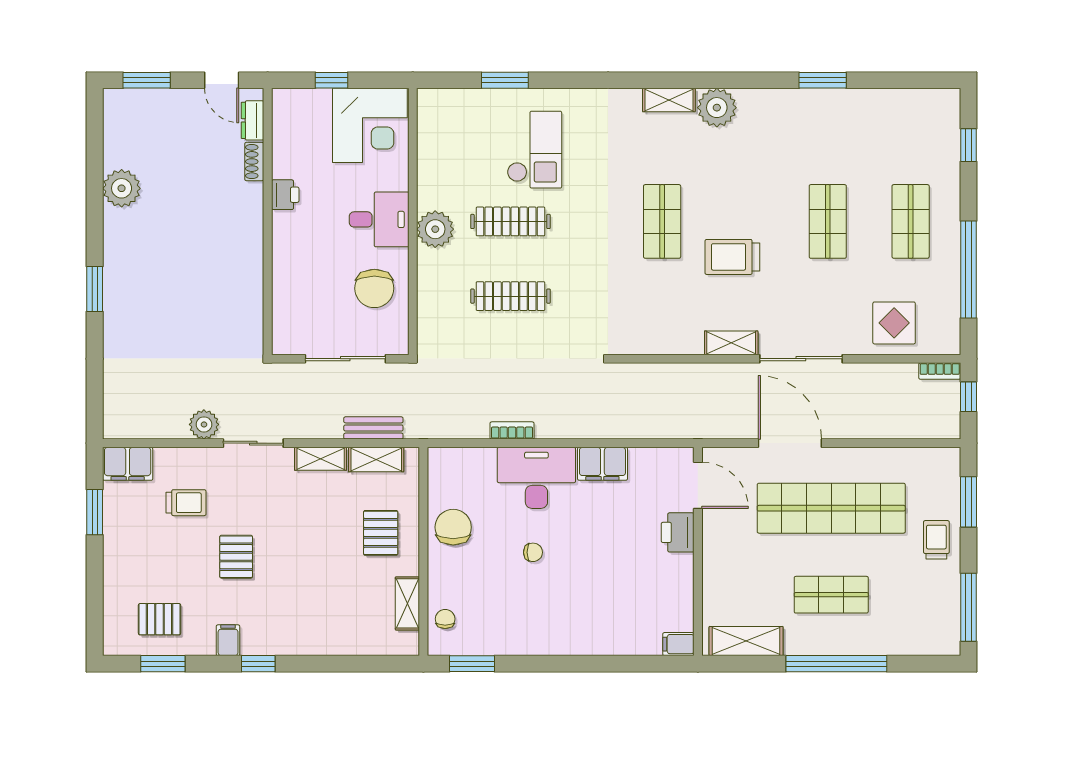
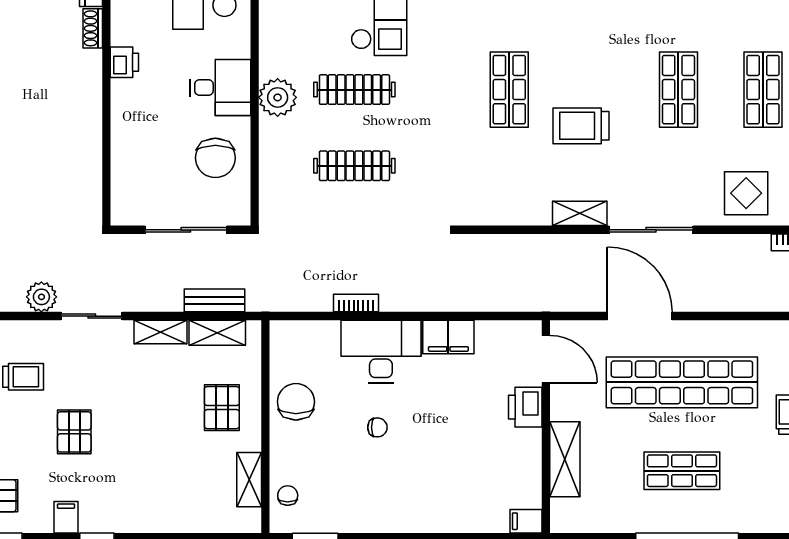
shelving: (746, 641) -> (565, 459), moved, turned 90

